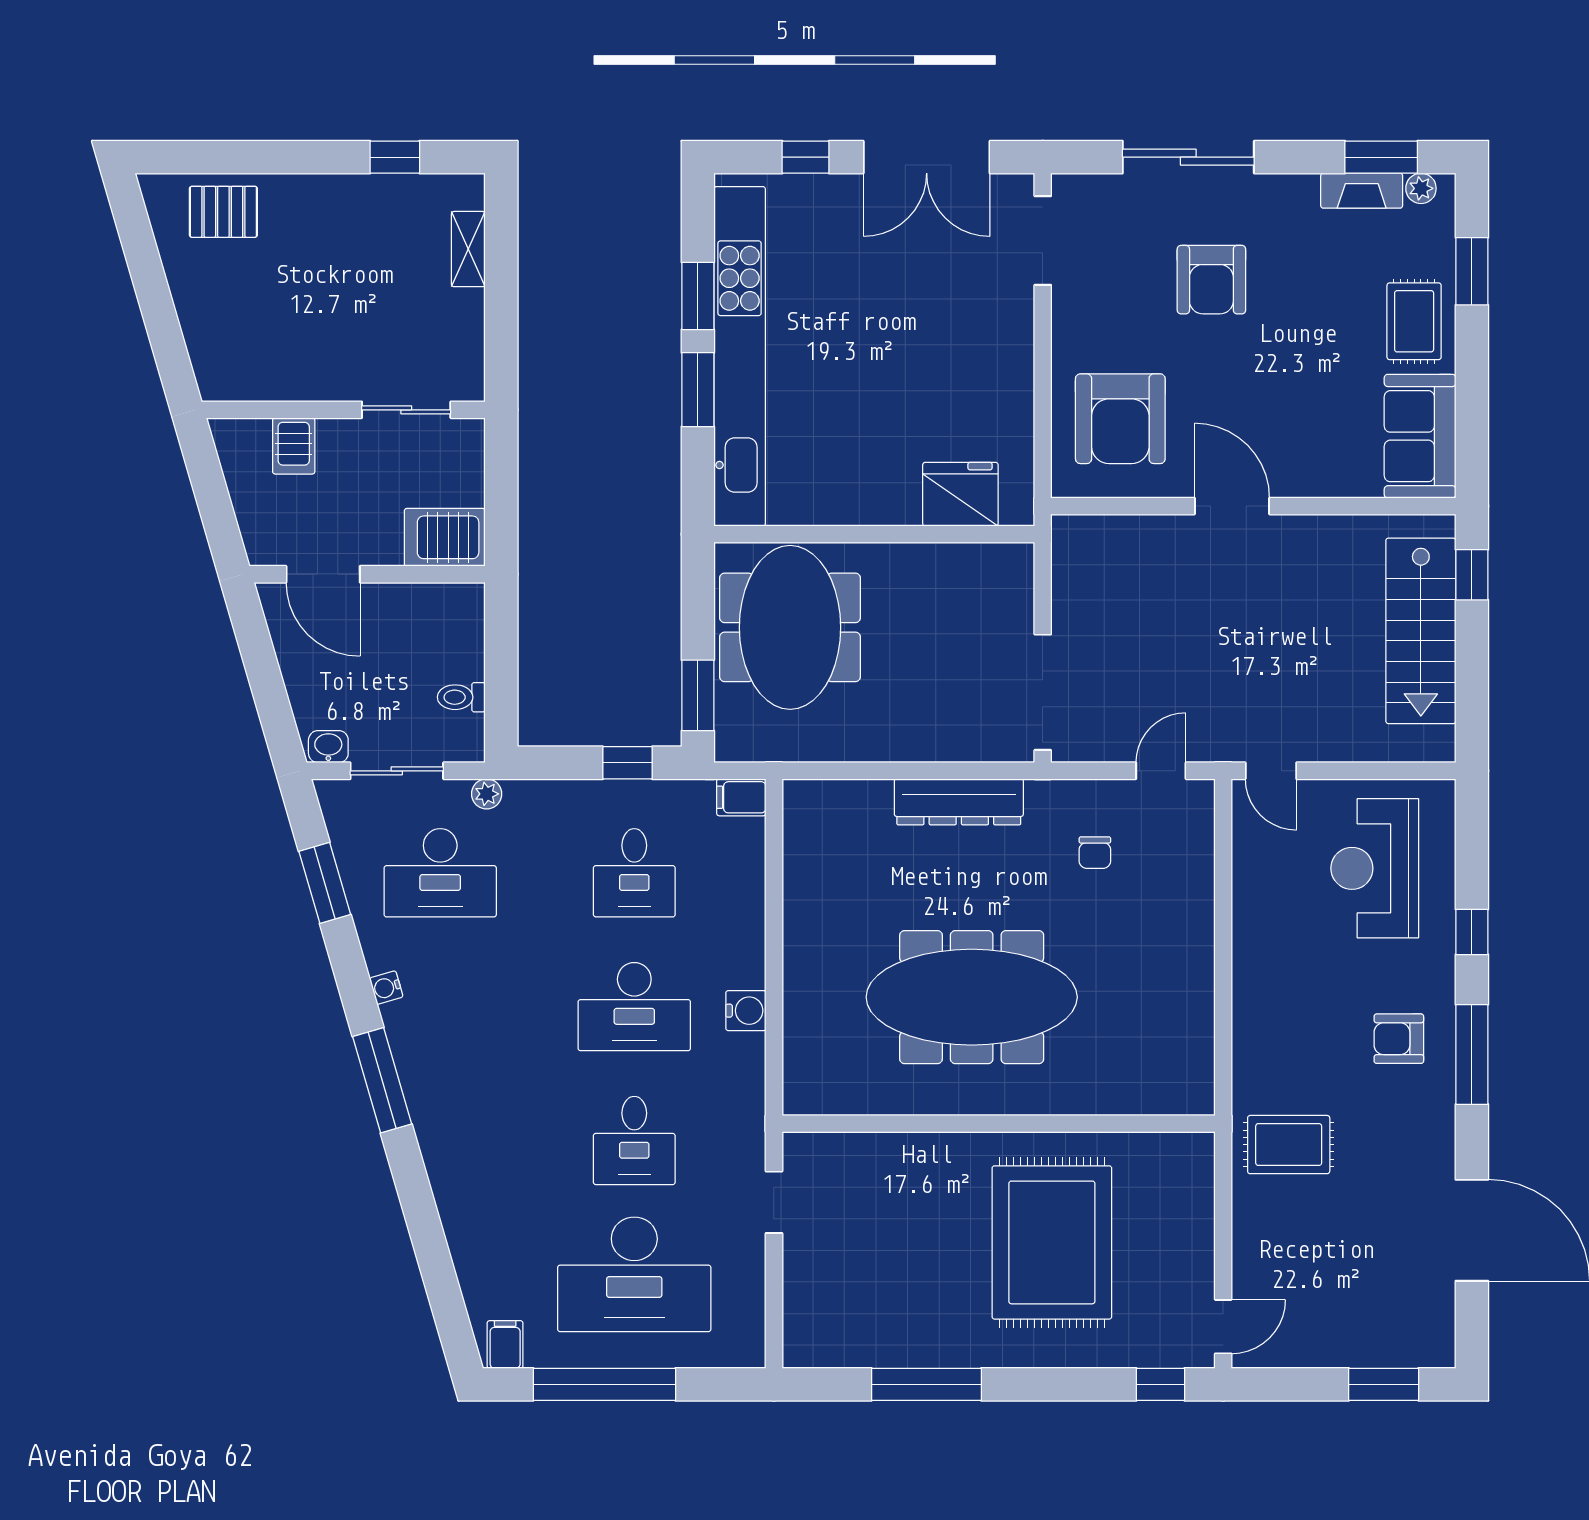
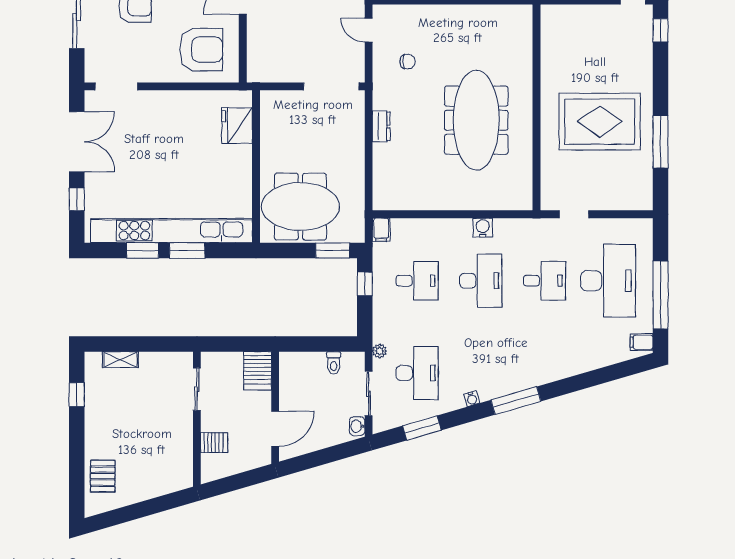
dresser: (959, 802) -> (381, 126), width x0.51, depth x0.80
rug: (1052, 1242) -> (600, 122), moved

